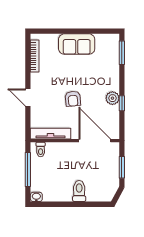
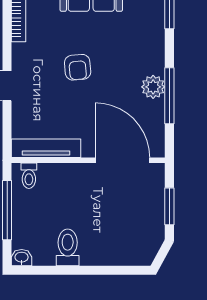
armchair: (73, 99) -> (78, 67), moved
window: (122, 103) -> (169, 96), width x2.17
toilet: (79, 191) -> (68, 247), moved

